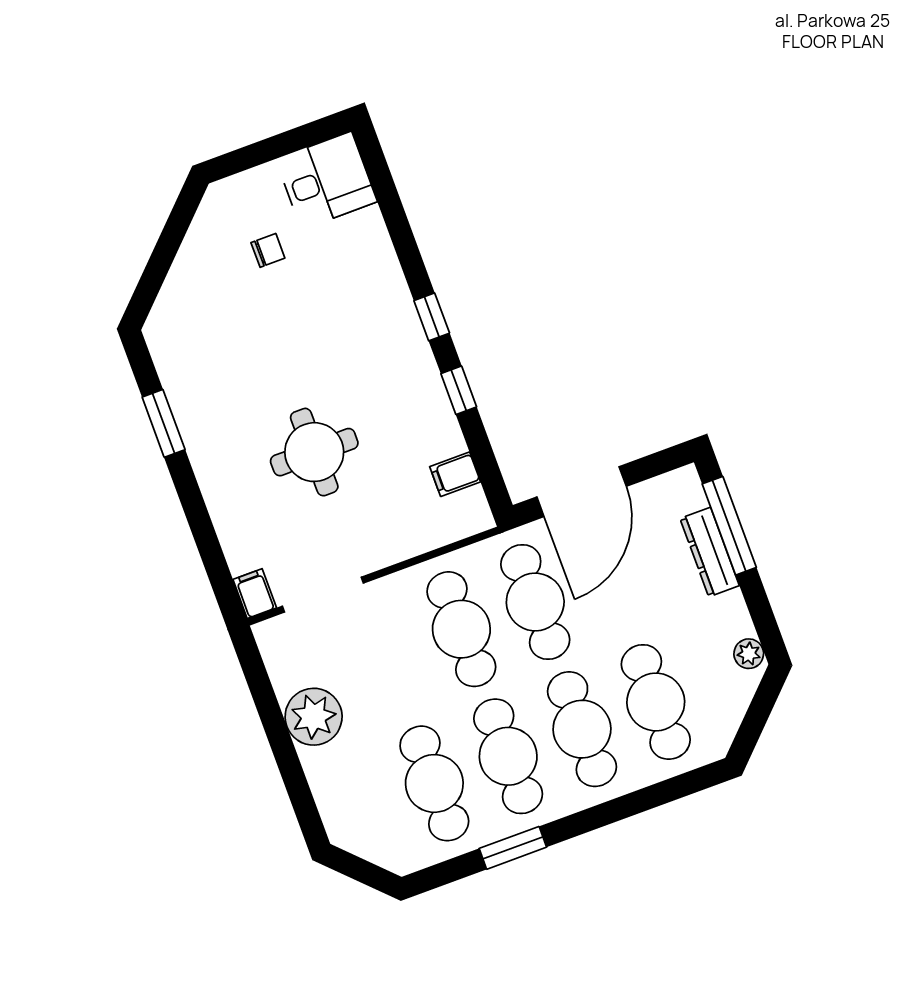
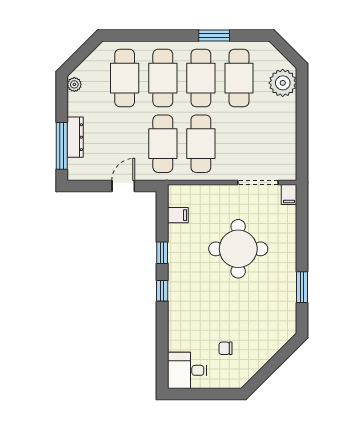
round table: (314, 452) -> (238, 249), width x1.36, depth x1.36
door: (582, 492) -> (123, 186), width x0.53
plant: (314, 717) -> (283, 83), moved

